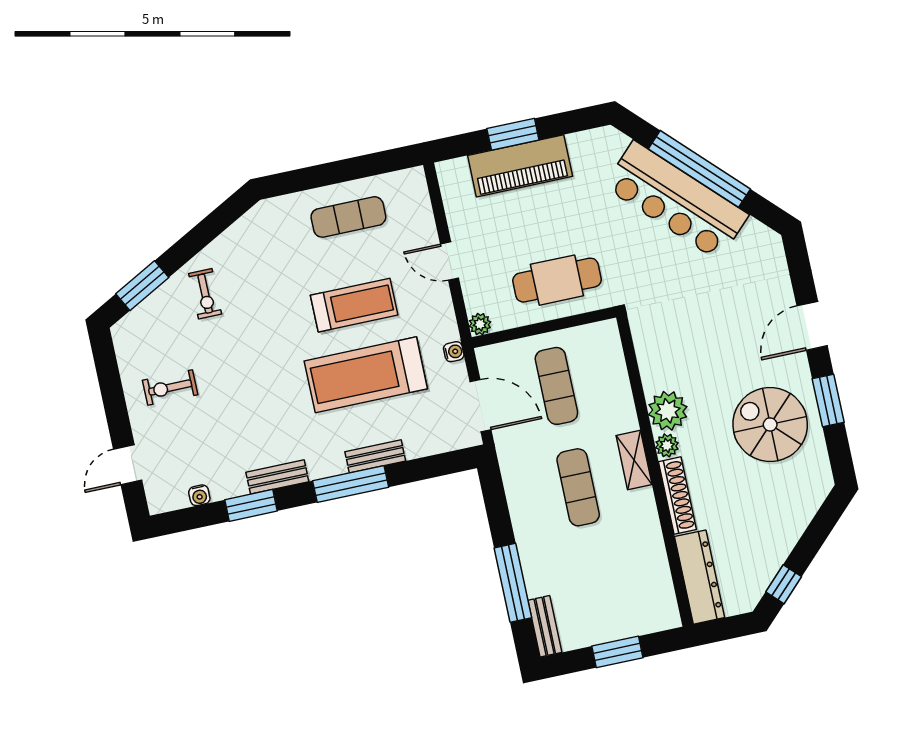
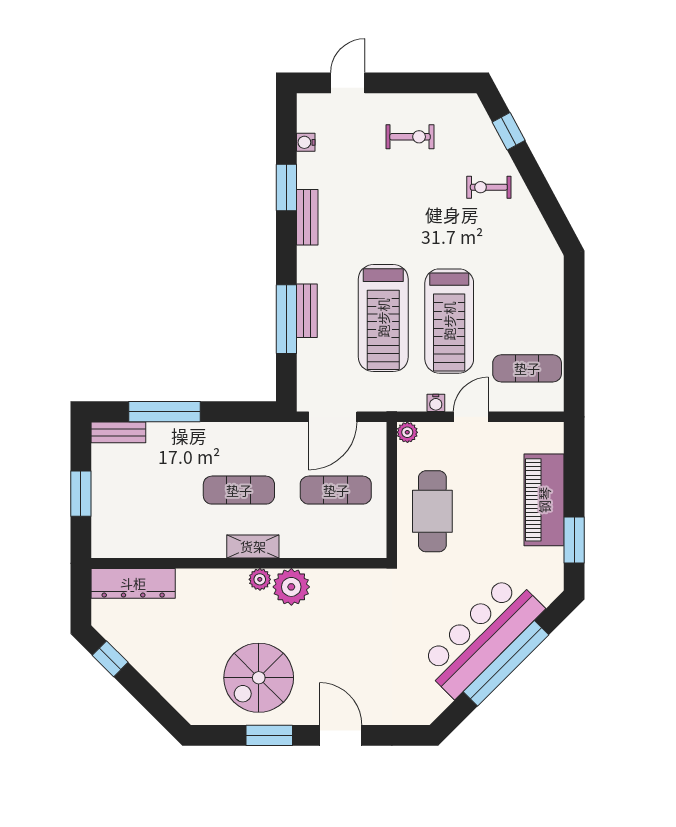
window: (513, 134) -> (574, 540), moved
exercise mat: (348, 217) -> (527, 368), moved, turned 90
window: (142, 286) -> (509, 131), width x0.67
treadmill: (354, 305) -> (449, 321), width x1.37, depth x1.38
water cooler: (454, 352) -> (436, 403), moved
treadmill: (366, 375) -> (383, 318), turned 180
exercise bike: (170, 388) -> (410, 137), turned 90
spiral stairs: (770, 424) -> (259, 678), turned 180
door: (128, 465) -> (348, 83), hinge flipped
window: (351, 484) -> (286, 319), moved
shoe rack: (677, 496) -> (212, 579), removed

